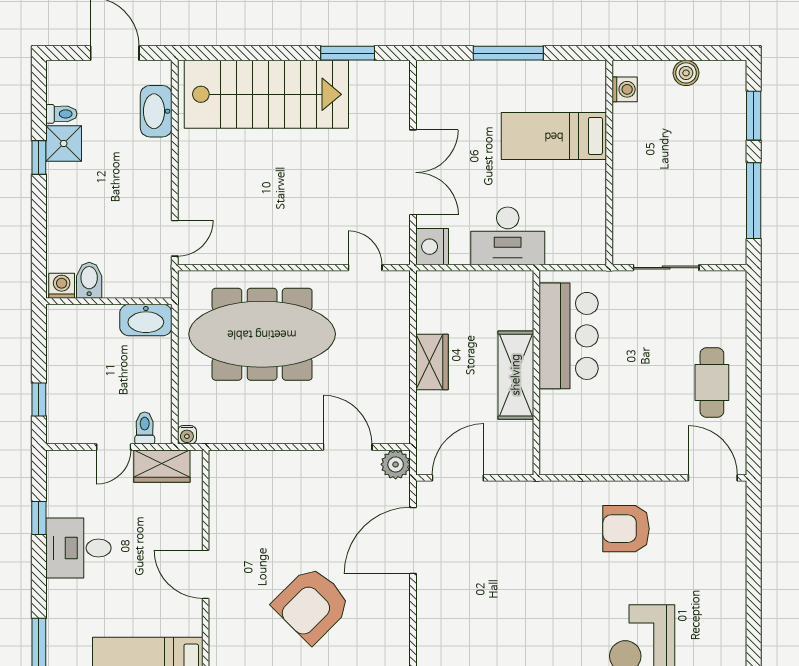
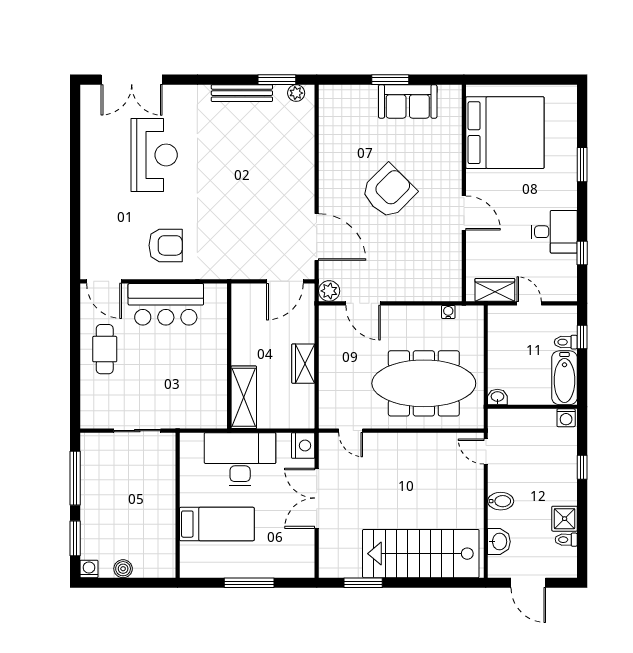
washing machine: (625, 89) -> (89, 569), moved, turned 90
washbasin: (156, 111) -> (499, 542), width x0.72
window: (39, 157) -> (582, 467), moved
desk: (508, 236) -> (240, 459), width x1.36, depth x1.30
door: (175, 238) -> (486, 451), hinge flipped
bidet: (89, 280) -> (501, 501), moved, turned -90
washbasin: (146, 320) -> (497, 397), width x0.52, depth x0.69
bar counter: (569, 336) -> (166, 304), moved, turned -90
bathtub: (64, 342) -> (564, 378), added
shelving: (516, 375) -> (244, 397), moved
toilet: (145, 428) -> (566, 342), moved, turned 90
water cooler: (187, 435) -> (448, 312), moved
door: (114, 447) -> (529, 303), hinge flipped
door: (413, 540) -> (317, 237), hinge flipped

